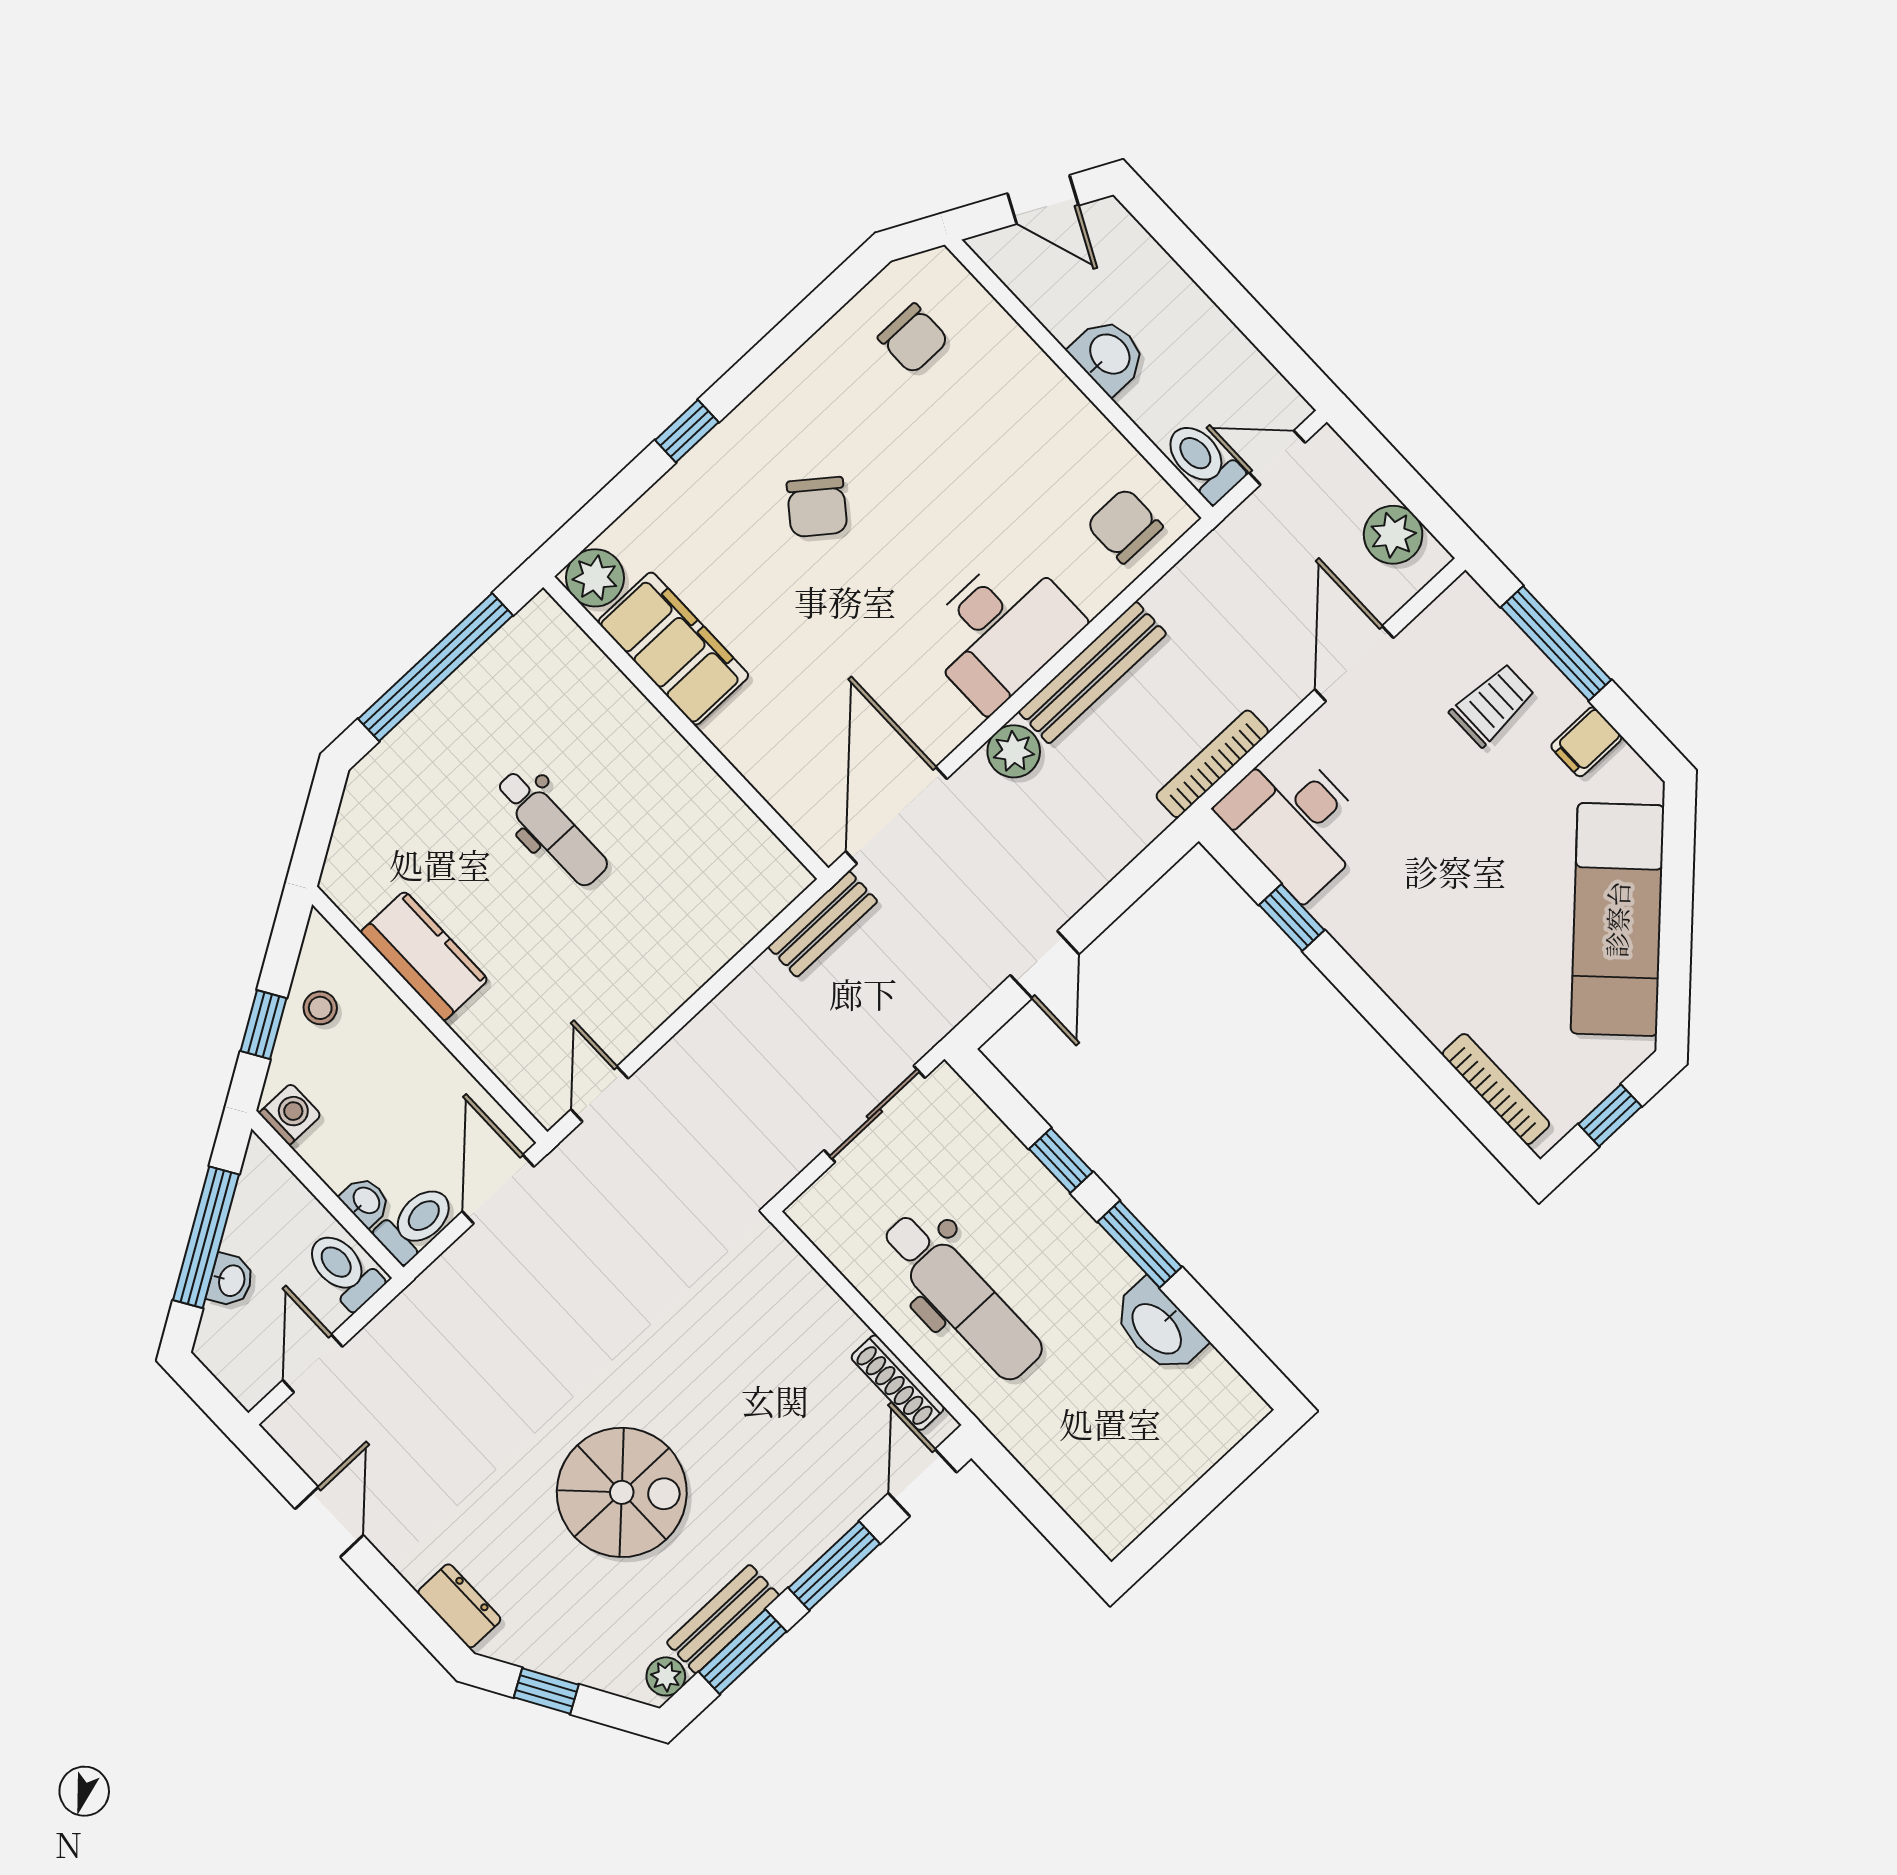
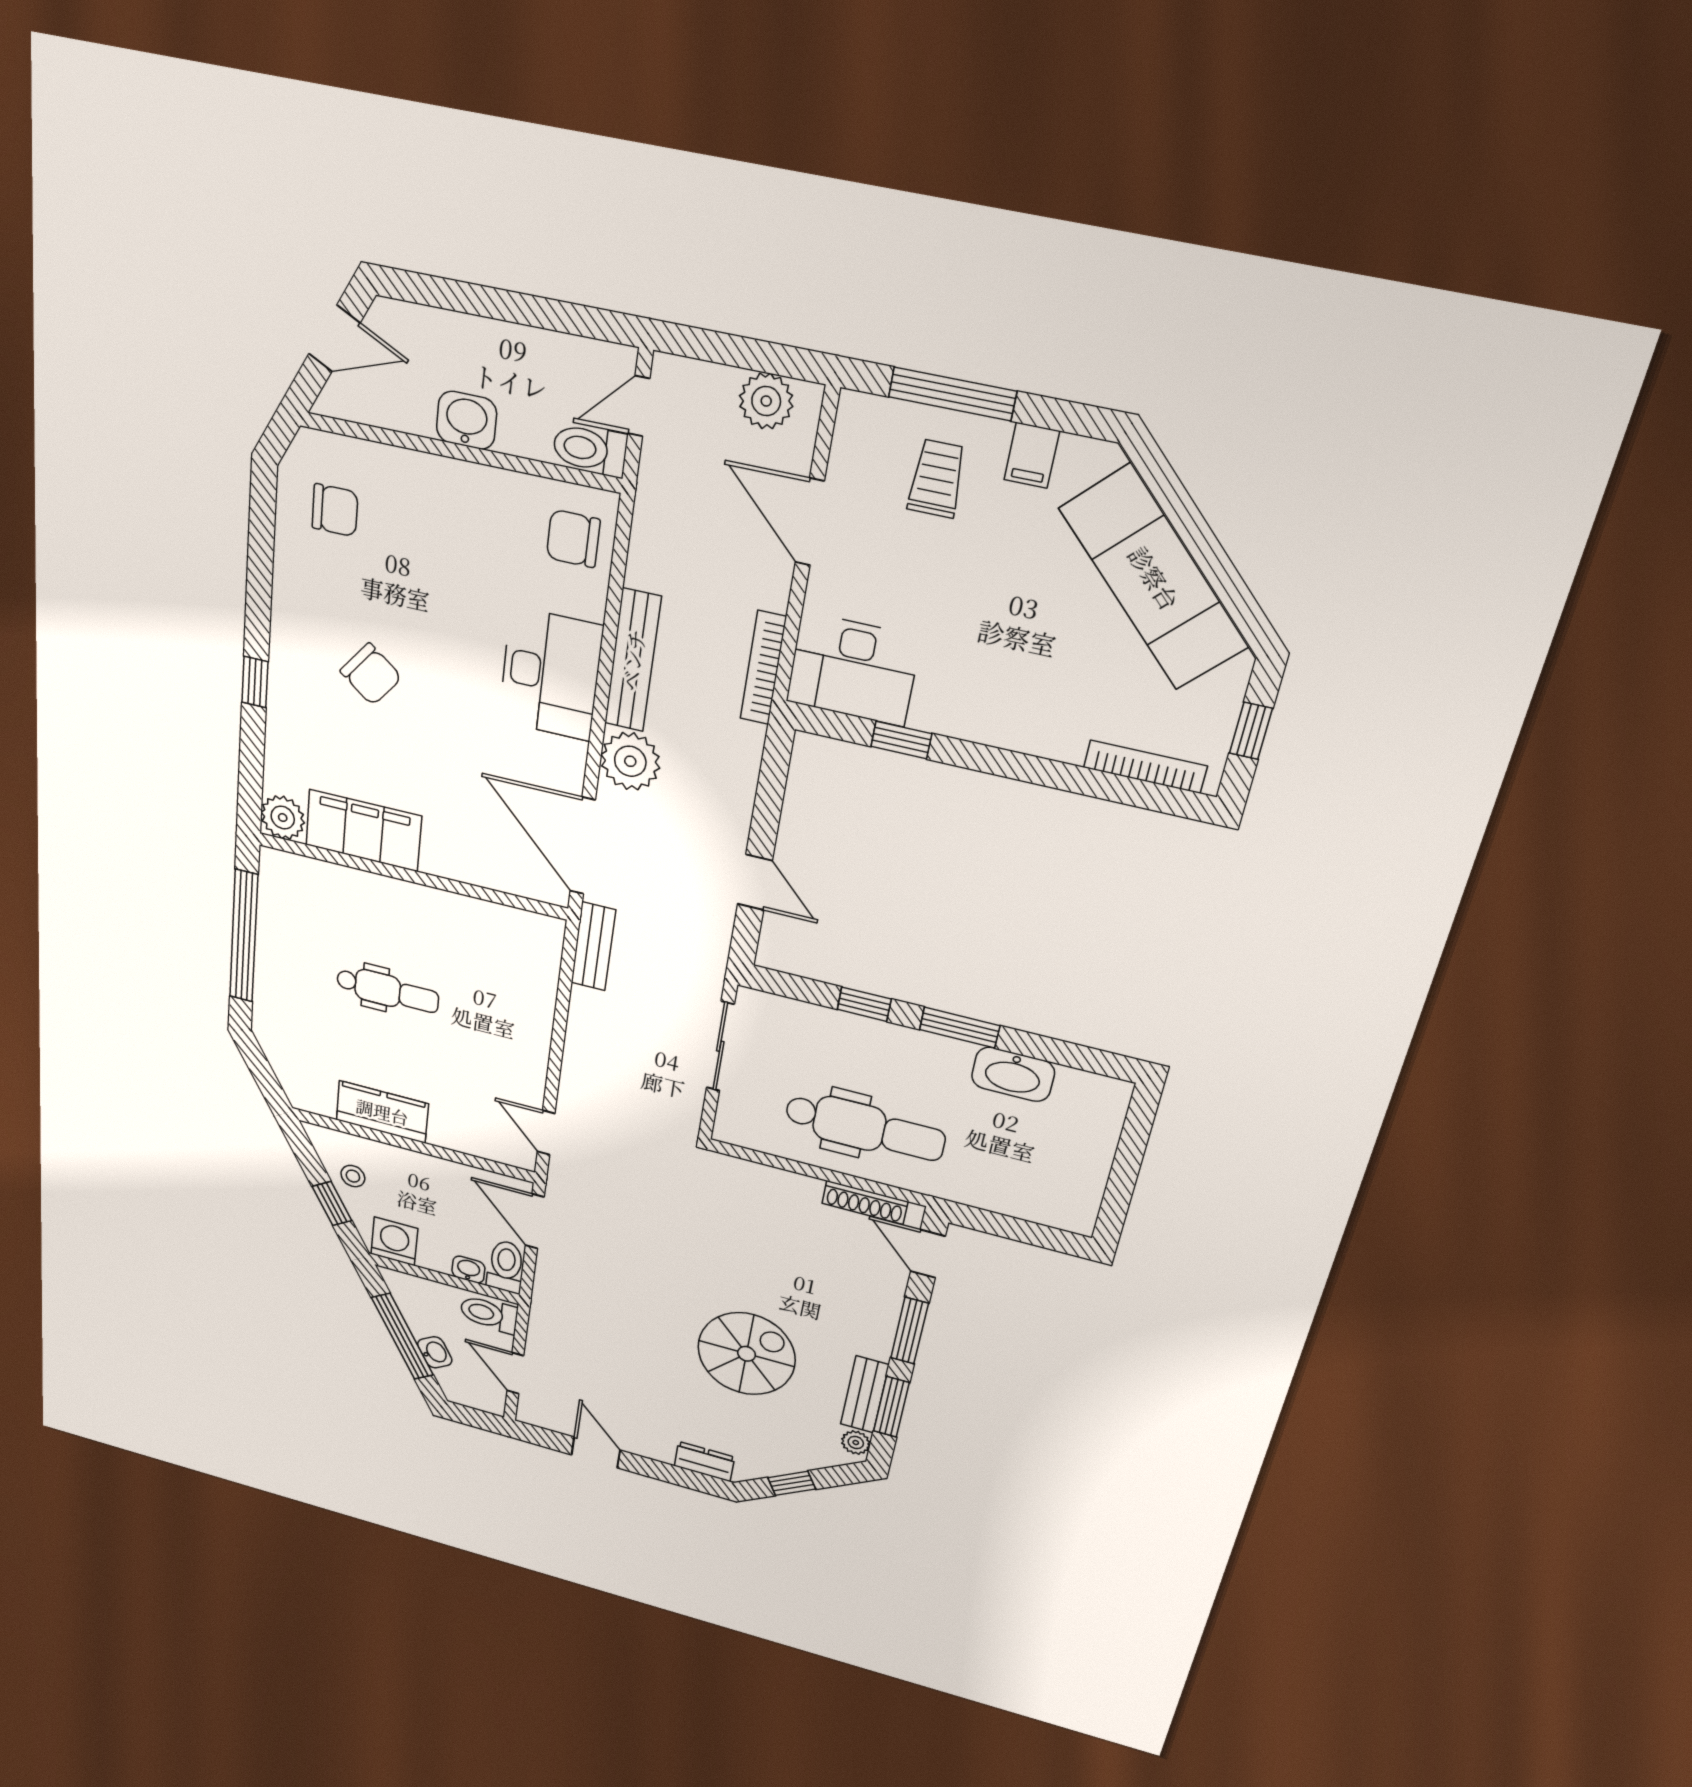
plant: (1014, 751) -> (630, 761), width x1.36, depth x1.36
washing machine: (290, 1114) -> (394, 1241), width x1.38, depth x1.38

